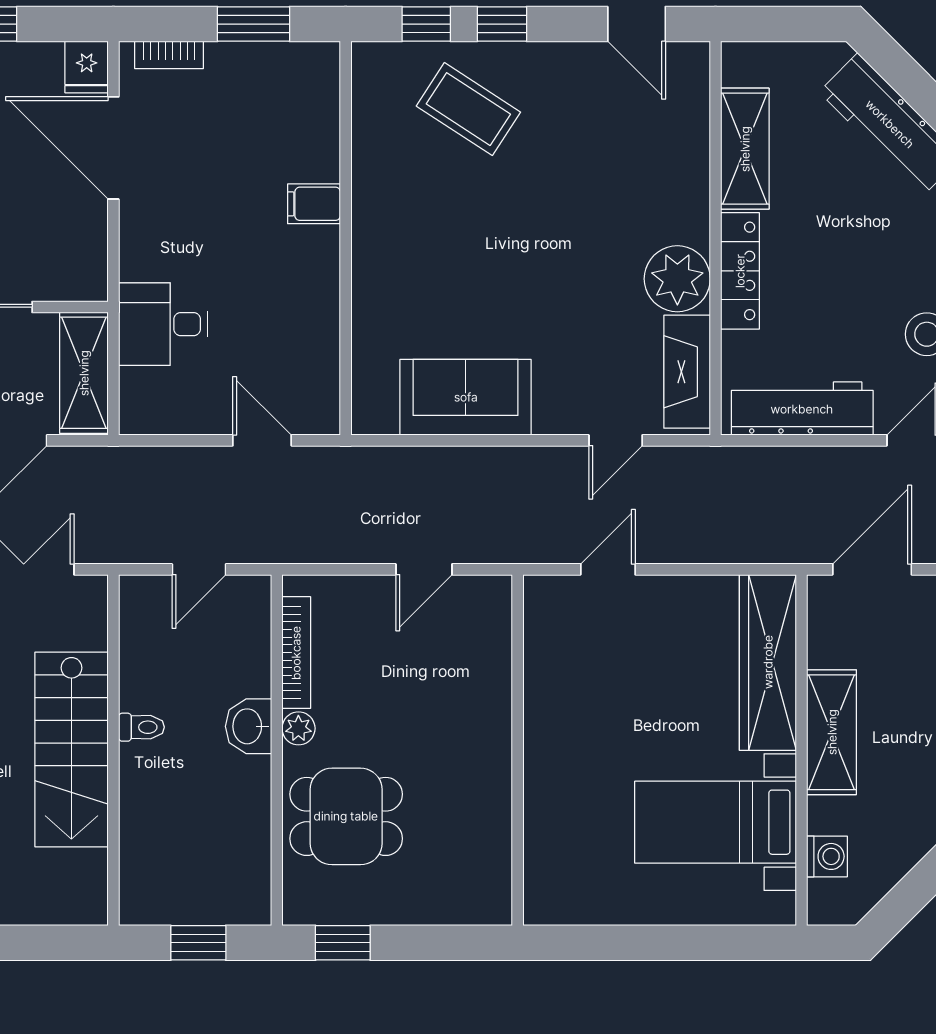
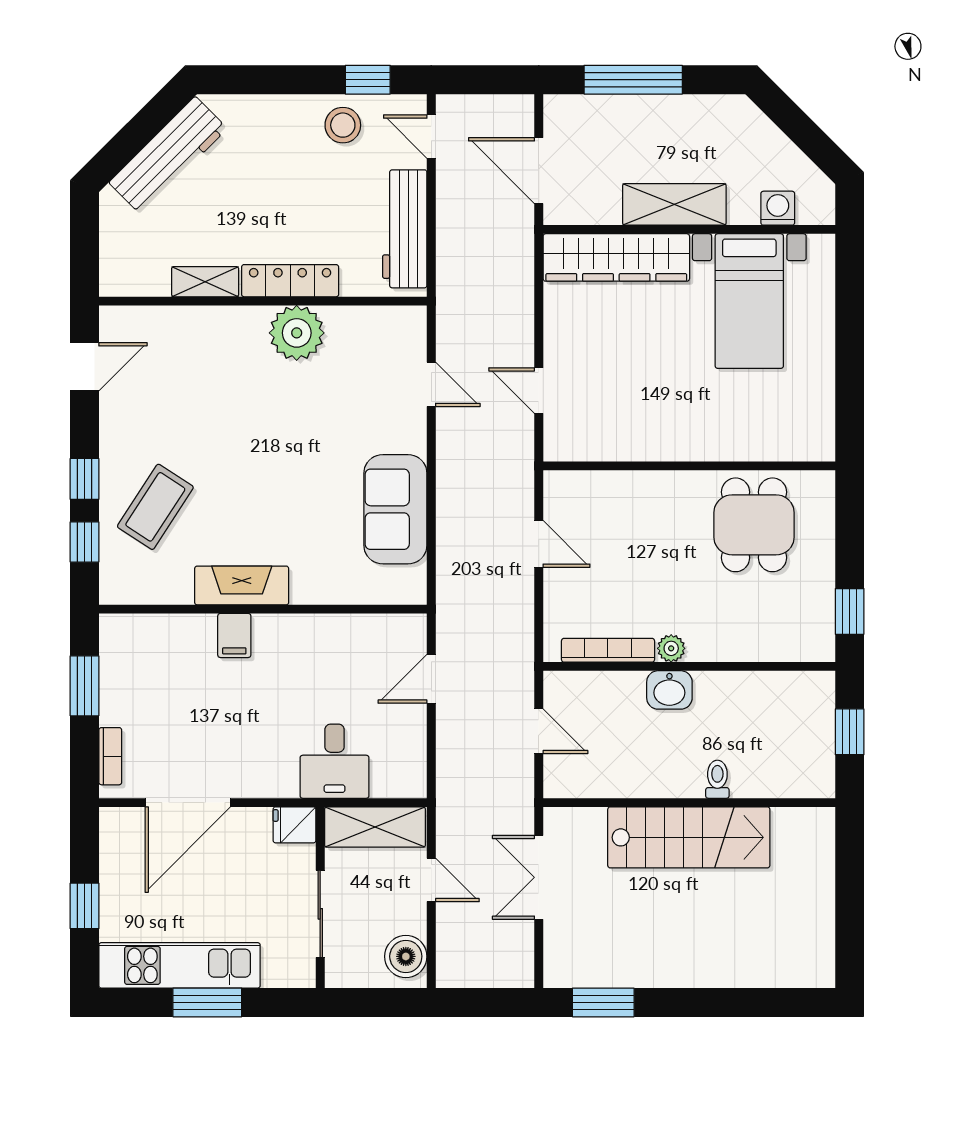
fridge: (87, 67) -> (294, 825), moved, turned 180
shelving: (745, 149) -> (205, 282), width x0.67, depth x0.75
fireplace: (687, 372) -> (242, 585), moved, turned 180
toilet: (141, 727) -> (717, 779), moved
dining table: (346, 816) -> (754, 525), moved

